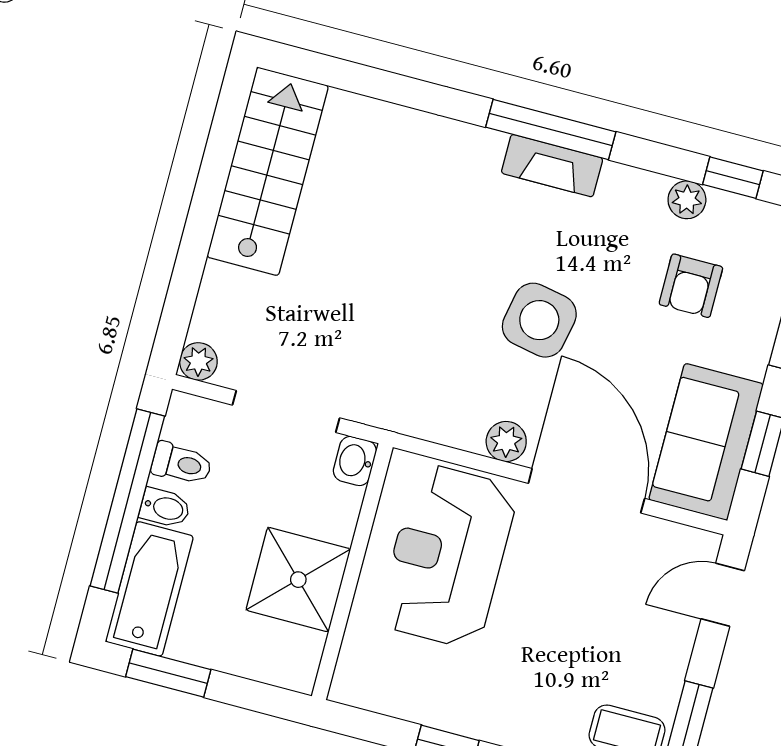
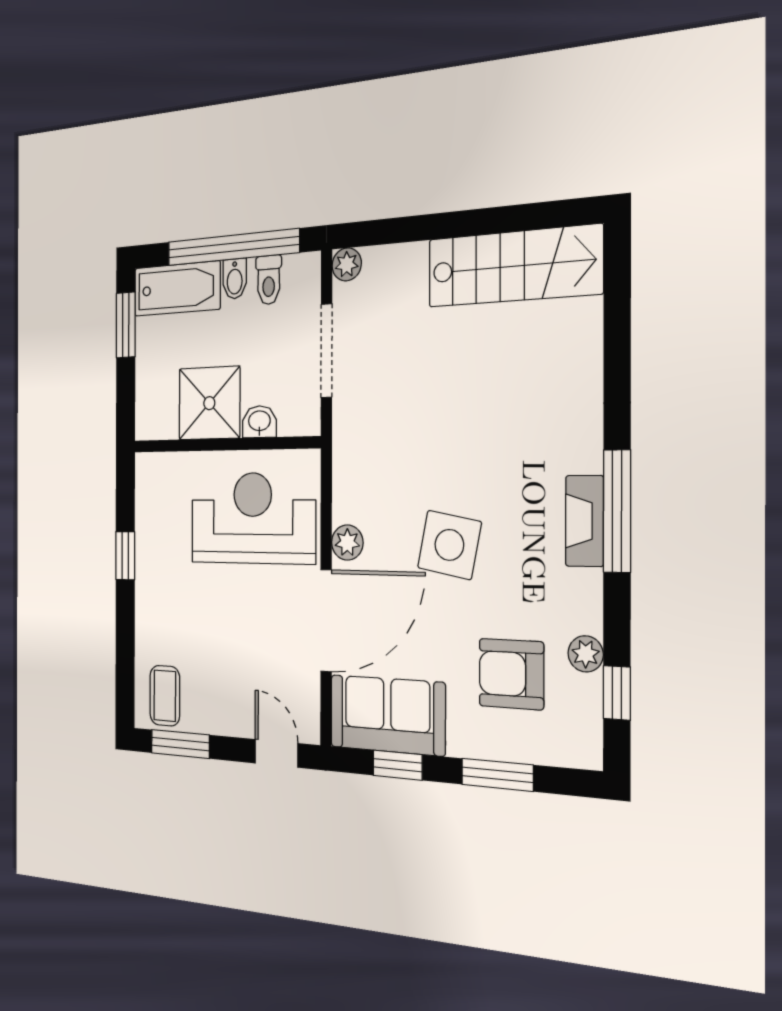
armchair: (691, 286) -> (511, 674), width x1.38, depth x1.38
washbasin: (355, 461) -> (259, 422), moved

